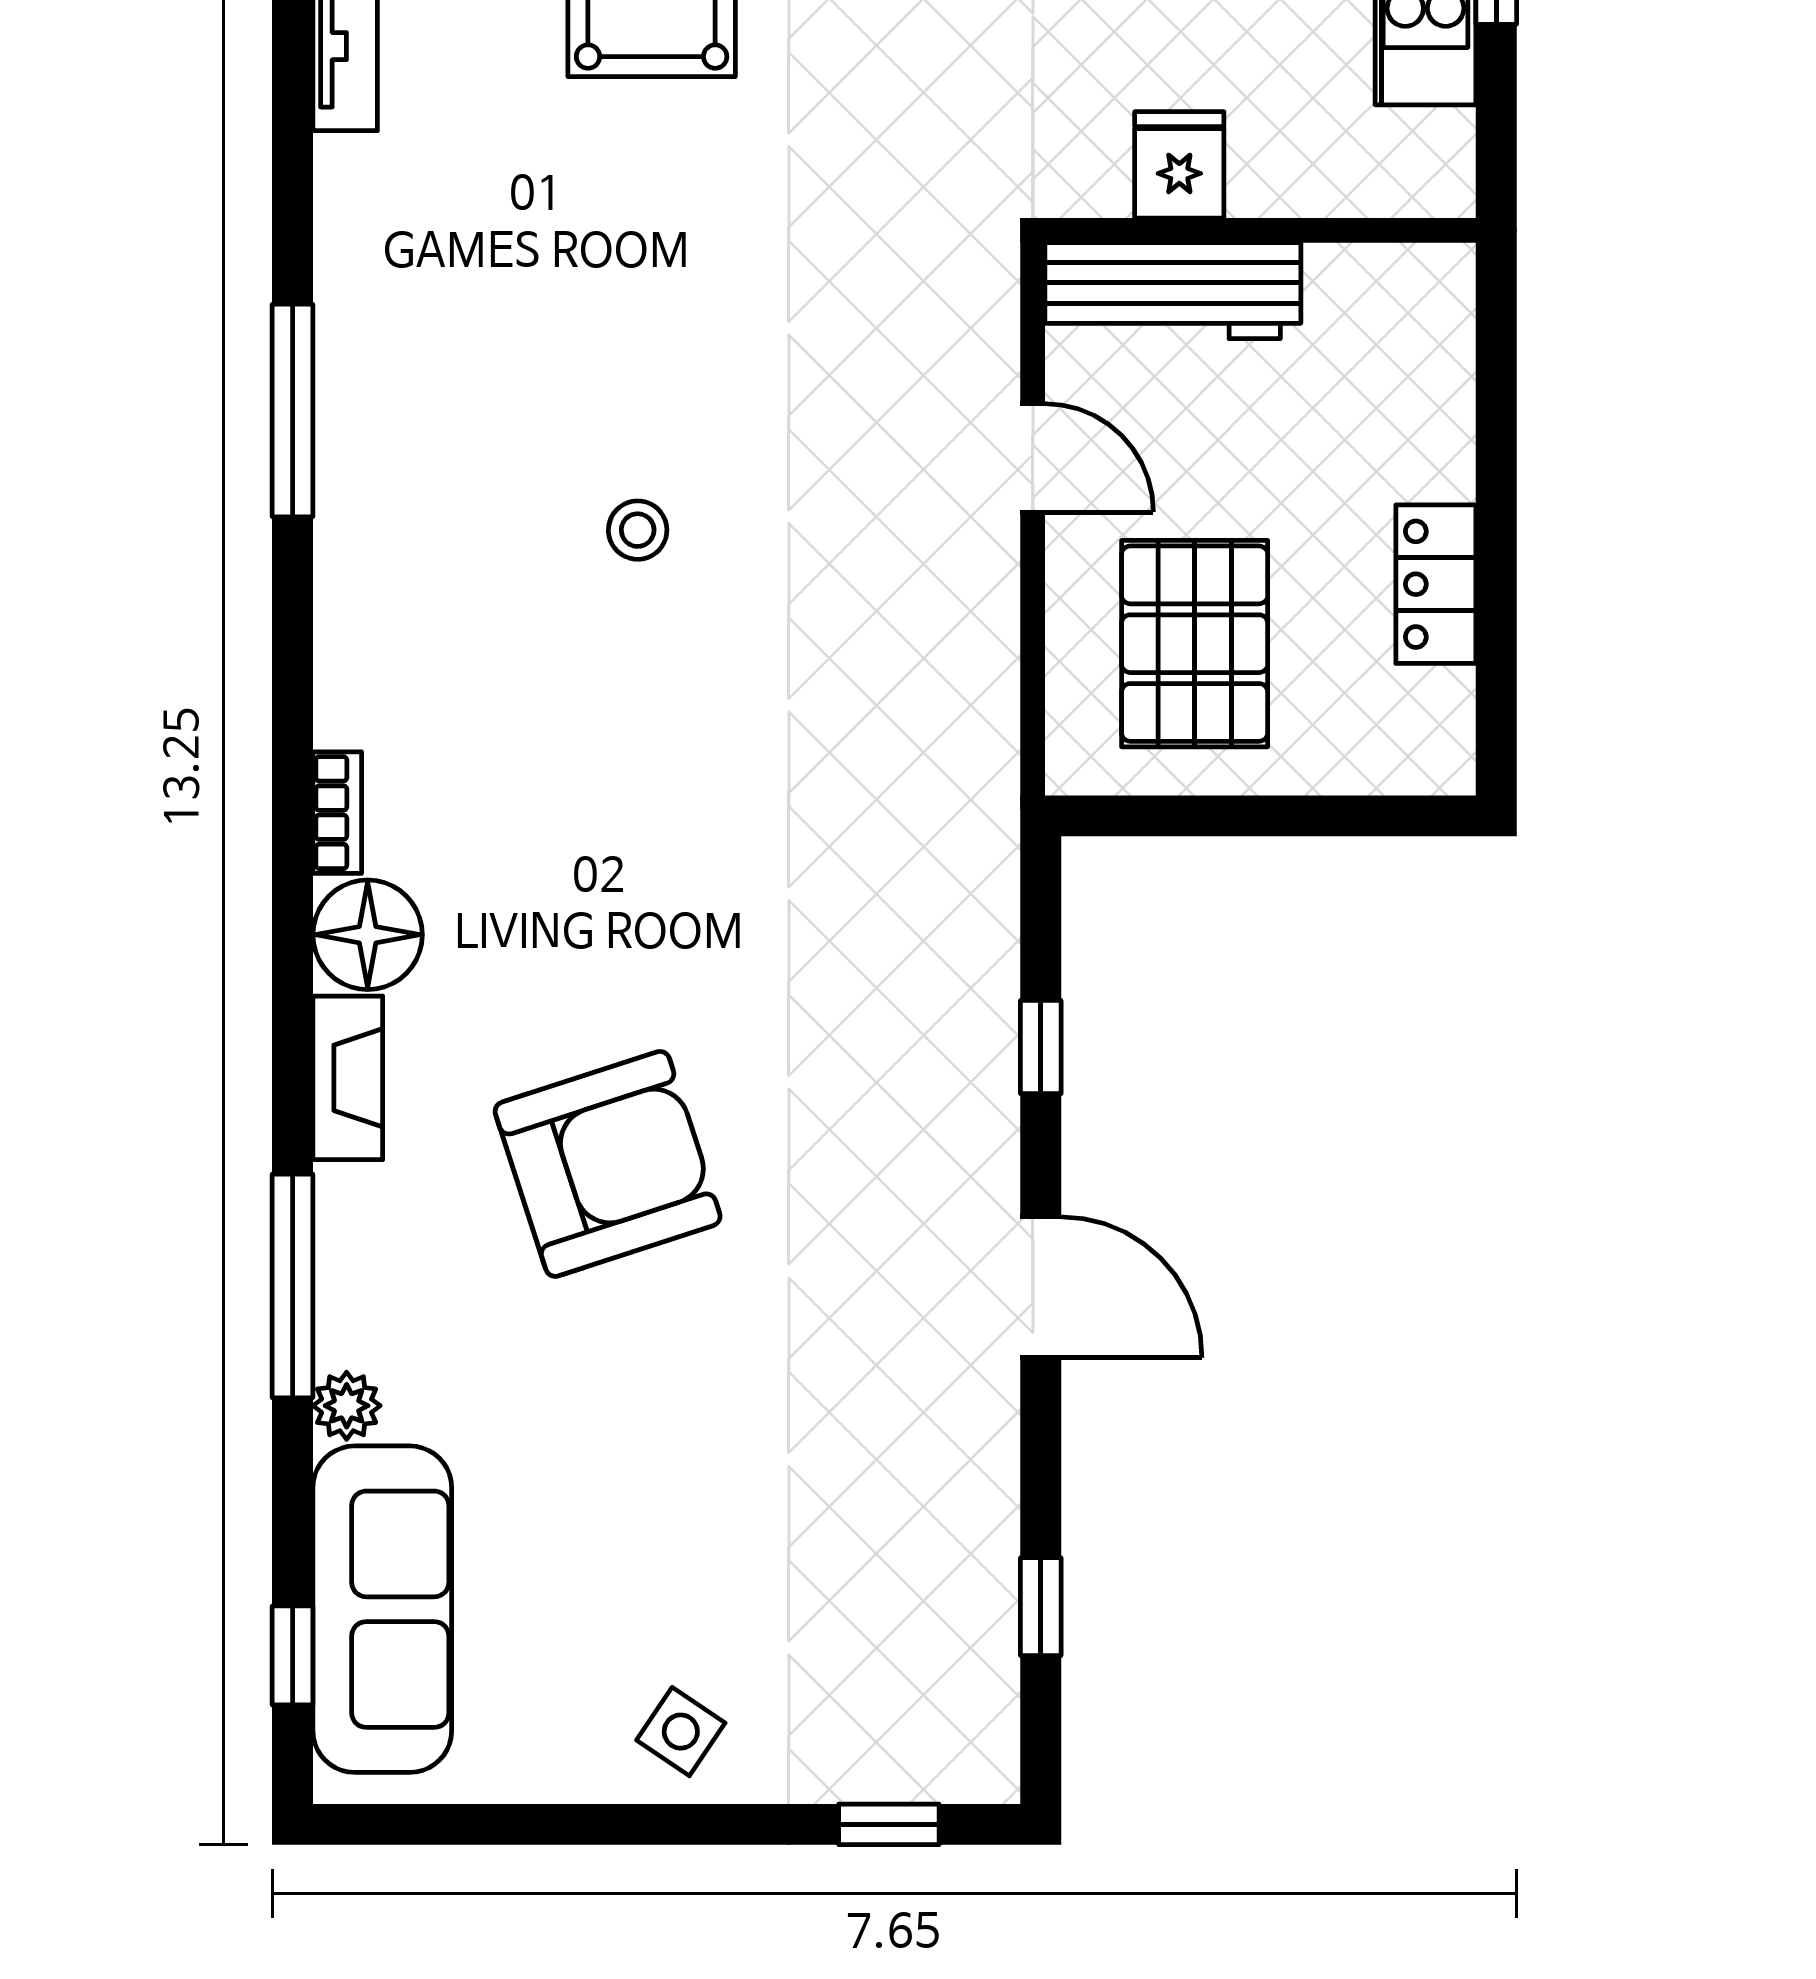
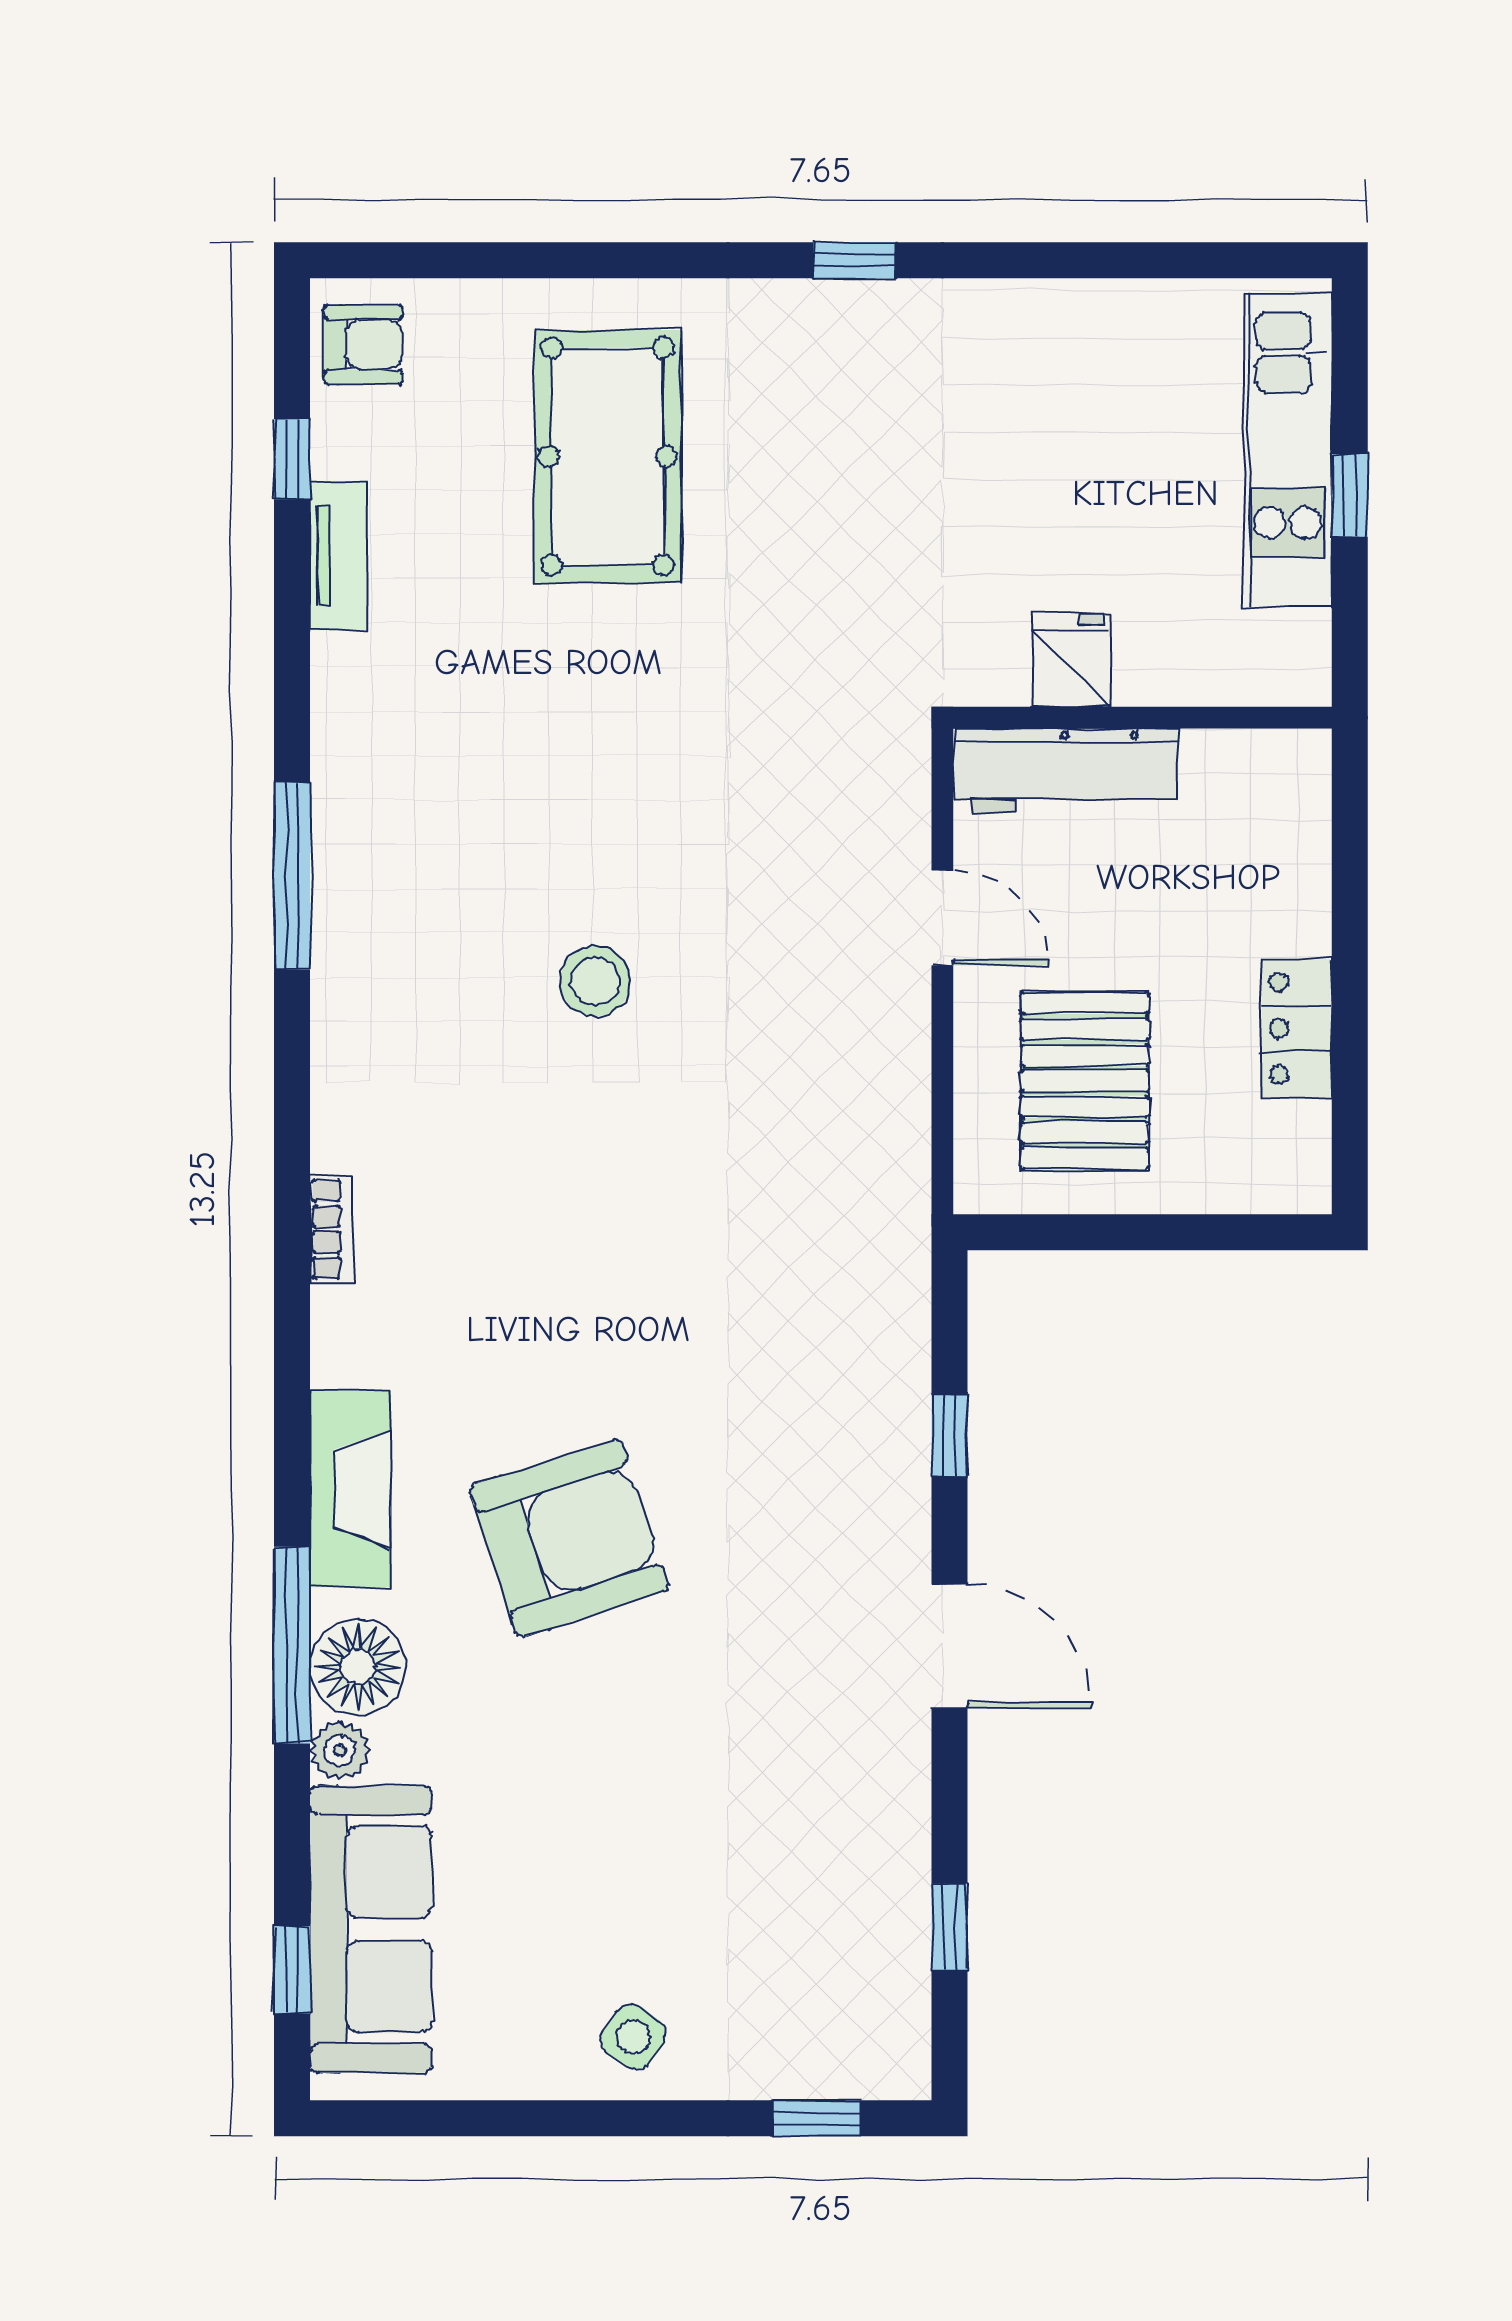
stool: (638, 530) -> (595, 981), width x1.37, depth x1.37
floor lamp: (368, 935) -> (358, 1667), moved
fireplace: (348, 1078) -> (350, 1489), width x1.37, depth x1.32

